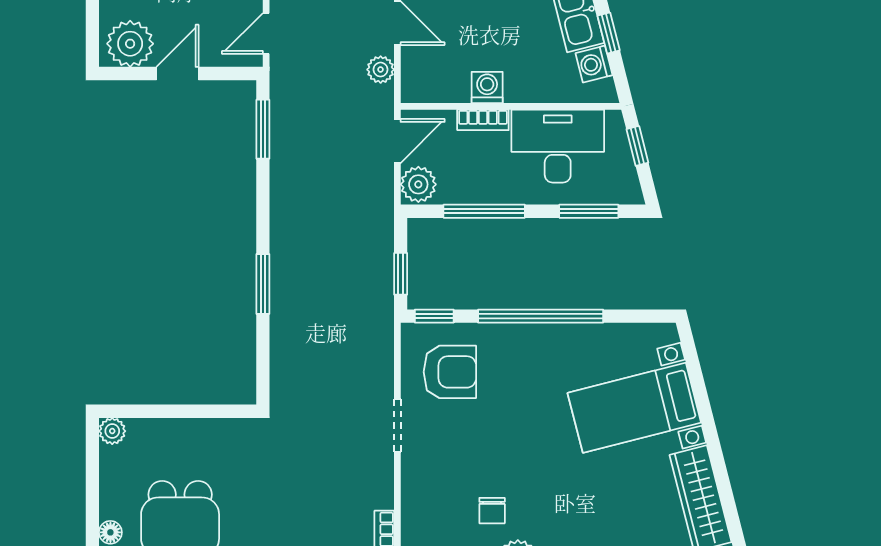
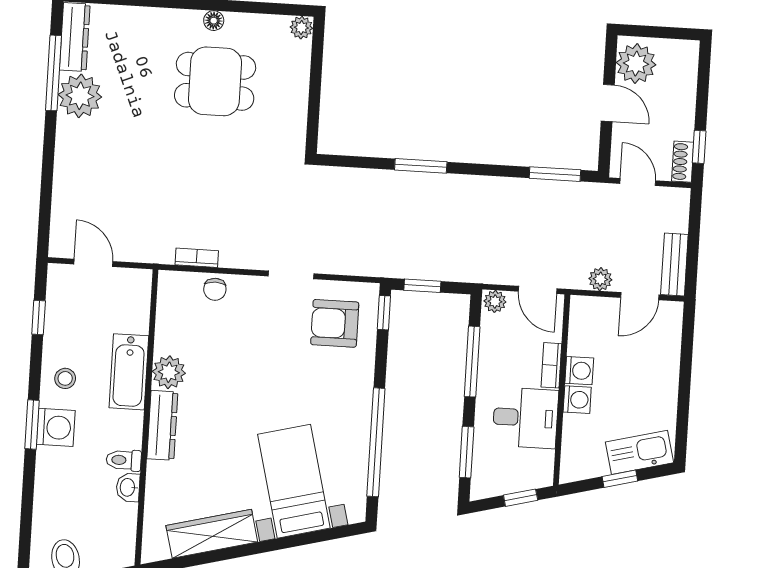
washing machine: (594, 64) -> (577, 400), moved, turned 104
desk: (558, 146) -> (525, 418), width x0.73
plant: (418, 184) -> (495, 301), width x0.73, depth x0.73
window: (541, 316) -> (376, 442), moved
armchair: (450, 372) -> (335, 323), turned 90
chair: (492, 511) -> (215, 289), moved, turned -90

